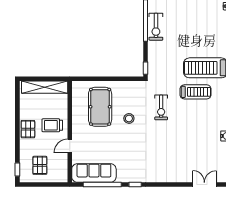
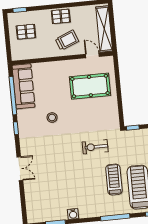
treadmill: (196, 92) -> (114, 180), turned 180
stool: (129, 118) -> (52, 118), moved
trolley: (52, 125) -> (67, 40), turned 68
door: (70, 146) -> (92, 55), moved
double door: (204, 185) -> (20, 169), moved

